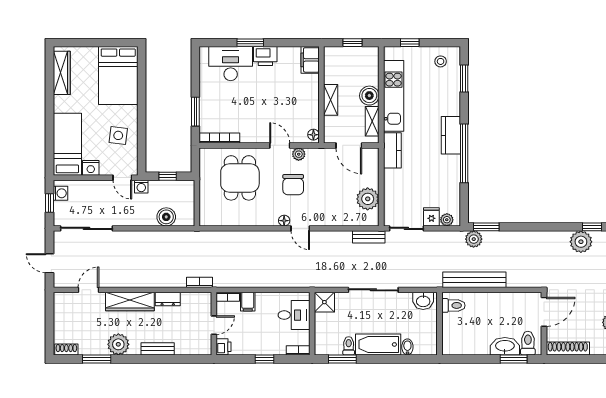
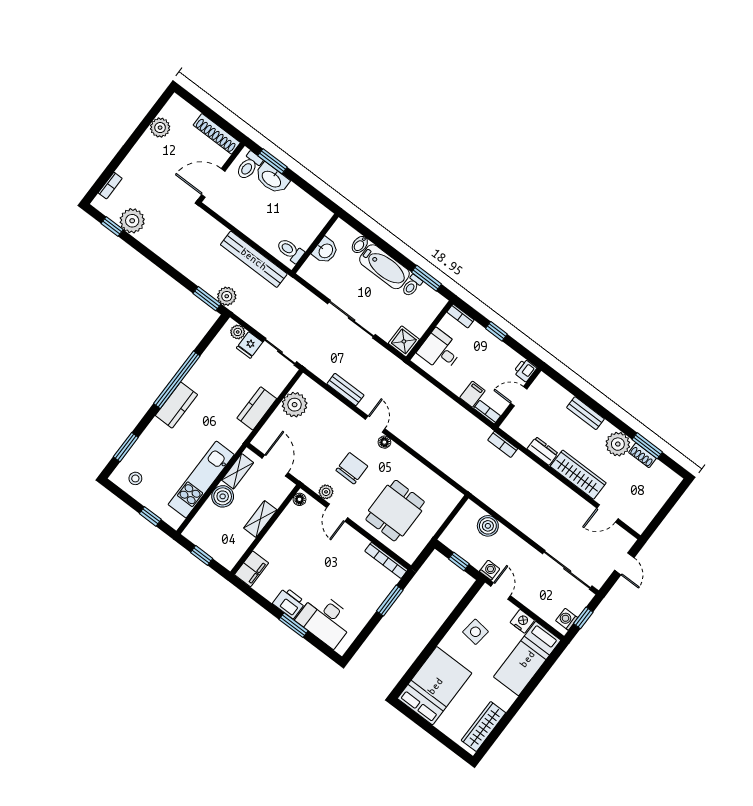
kitchen counter: (392, 150) -> (257, 408), moved
bench: (369, 237) -> (345, 389), moved
washbasin: (423, 301) -> (325, 251), moved, turned 90
shoe rack: (66, 350) -> (642, 455), moved

